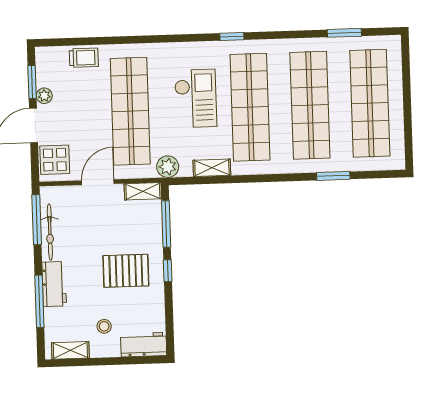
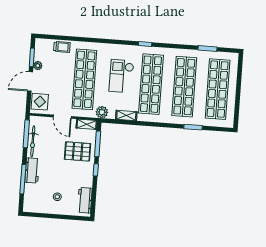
checkout: (196, 98) -> (121, 76), turned 180
door: (98, 182) -> (62, 117), swing flipped
pallet: (126, 271) -> (78, 151), moved
workbench: (144, 345) -> (85, 200), moved, turned -90
shelving: (70, 350) -> (37, 208), removed

